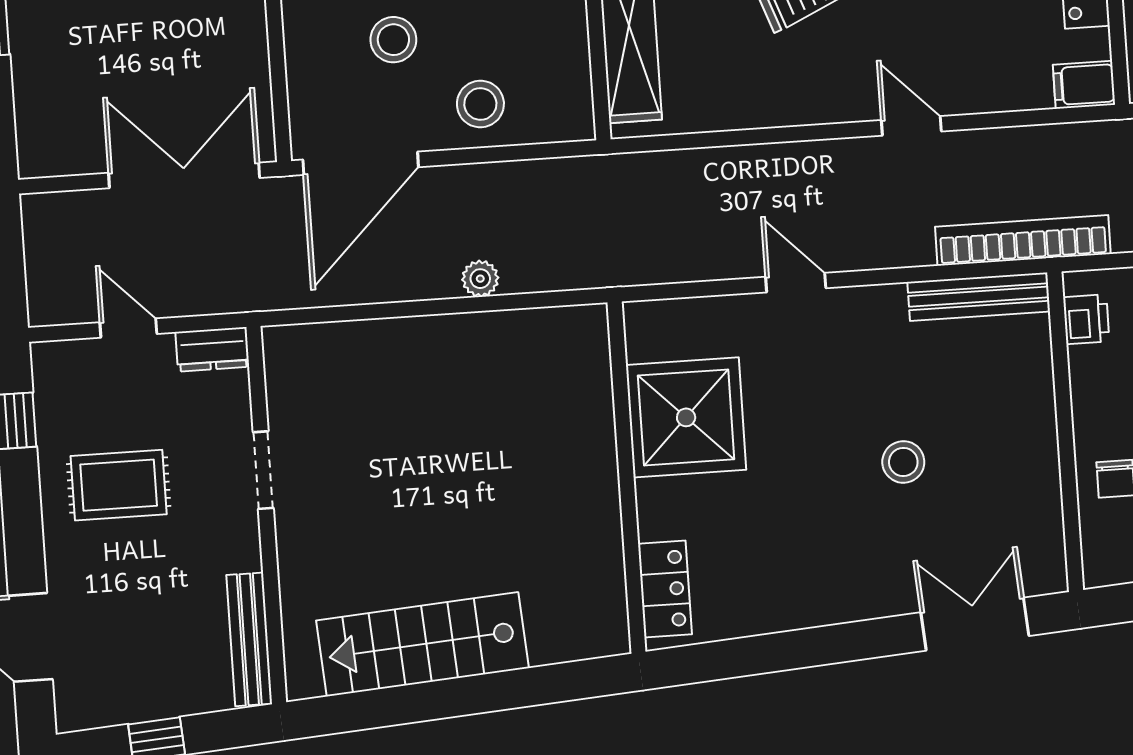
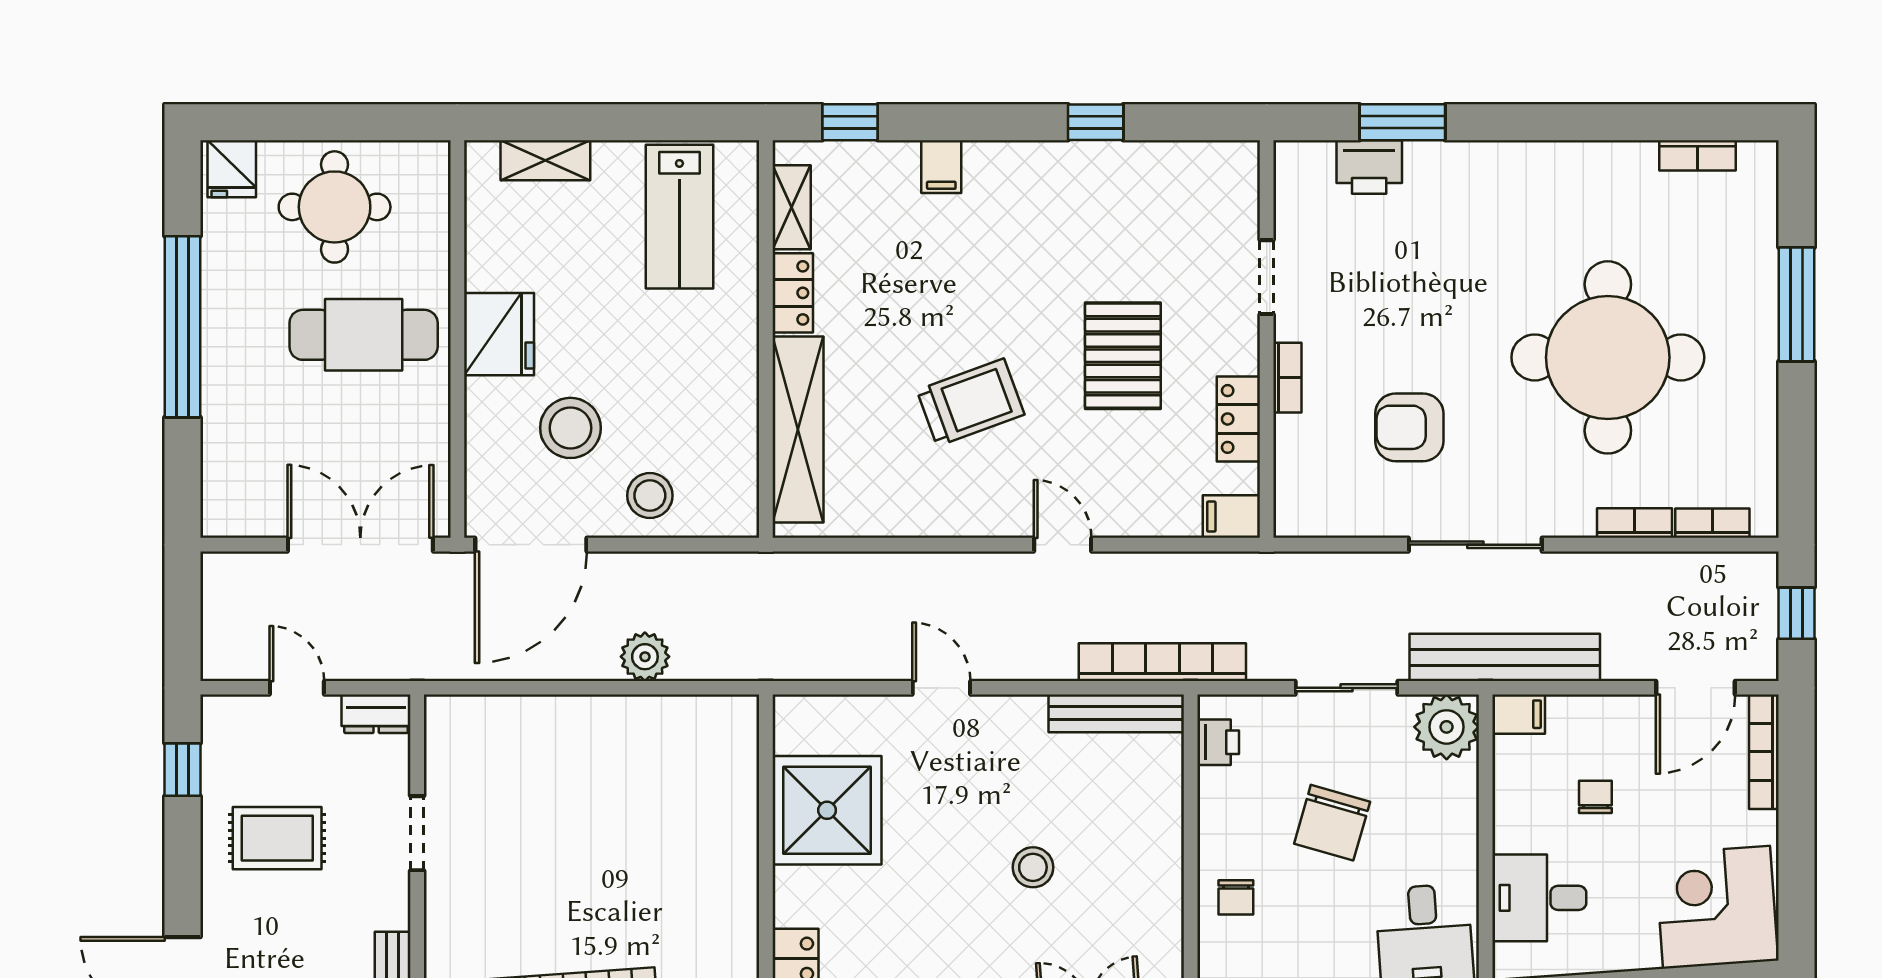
stool: (393, 40) -> (570, 428), width x1.38, depth x1.38
plant: (480, 279) -> (645, 657), width x1.38, depth x1.38

